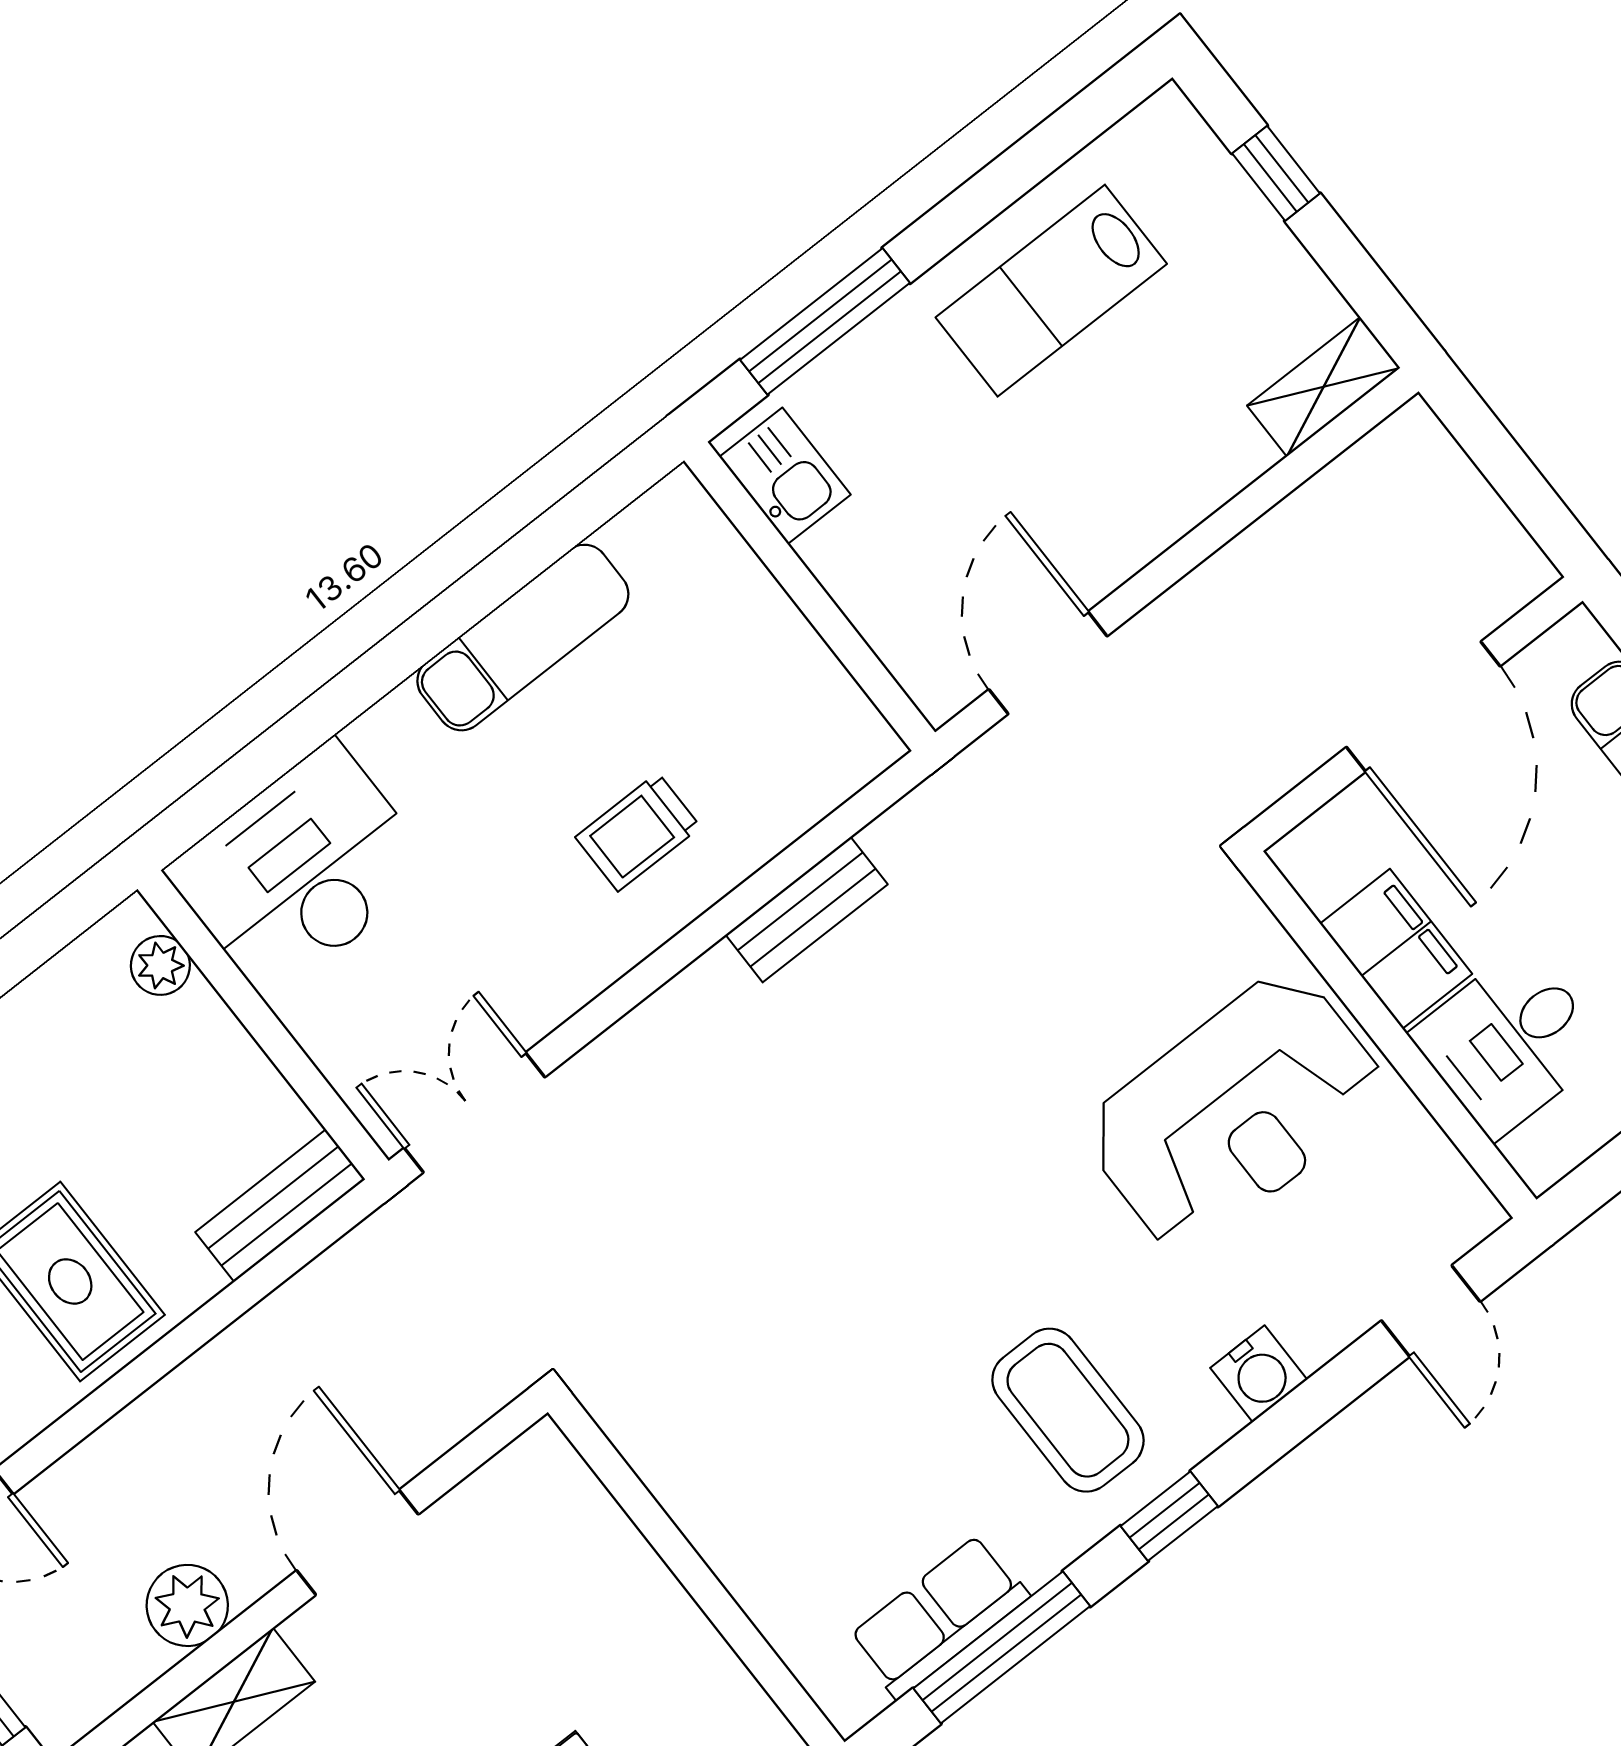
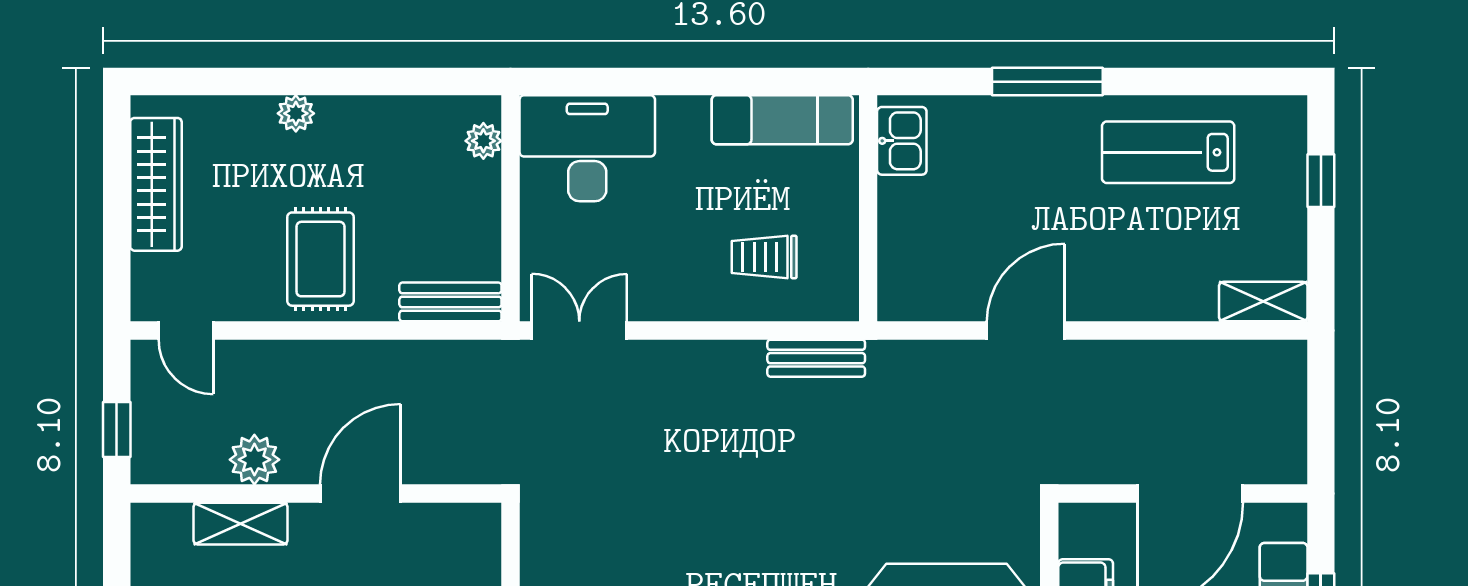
kitchen sink: (785, 476) -> (902, 141), moved
wall: (810, 596) -> (868, 208), moved

